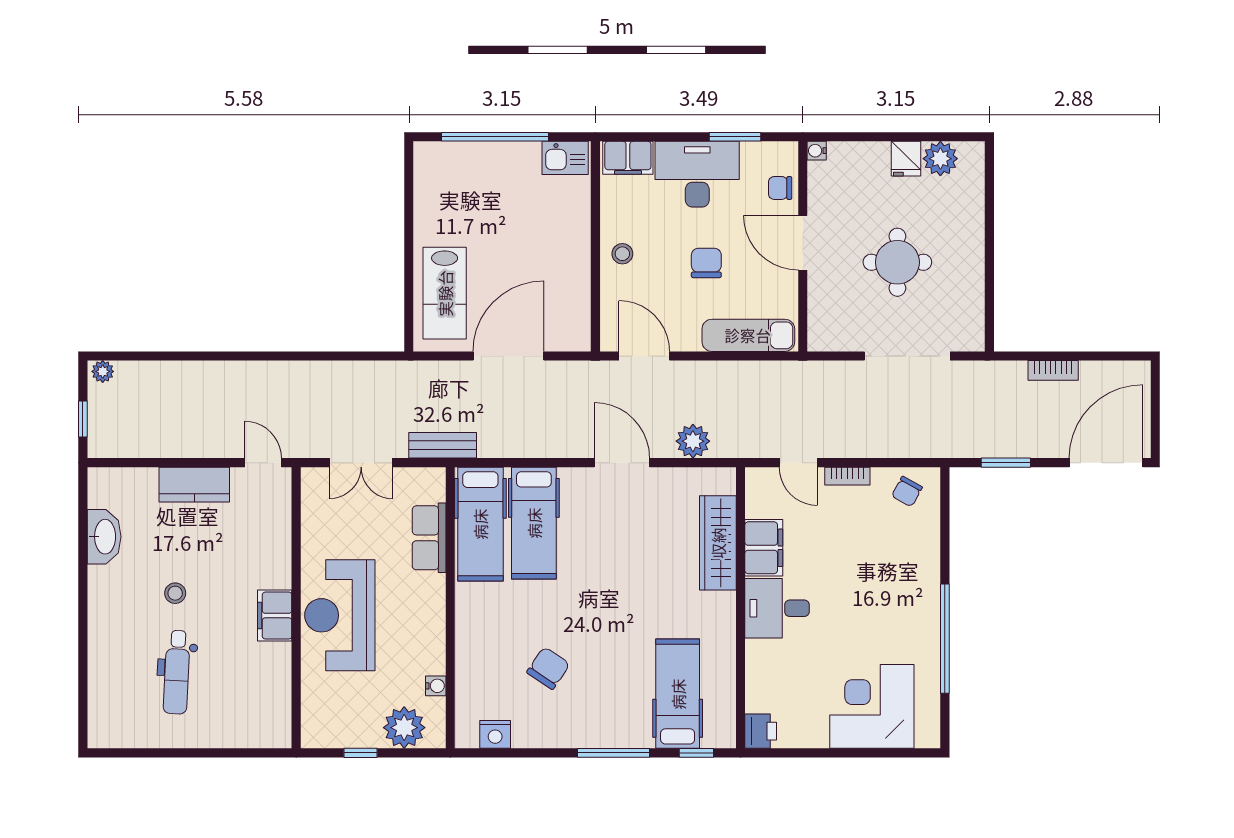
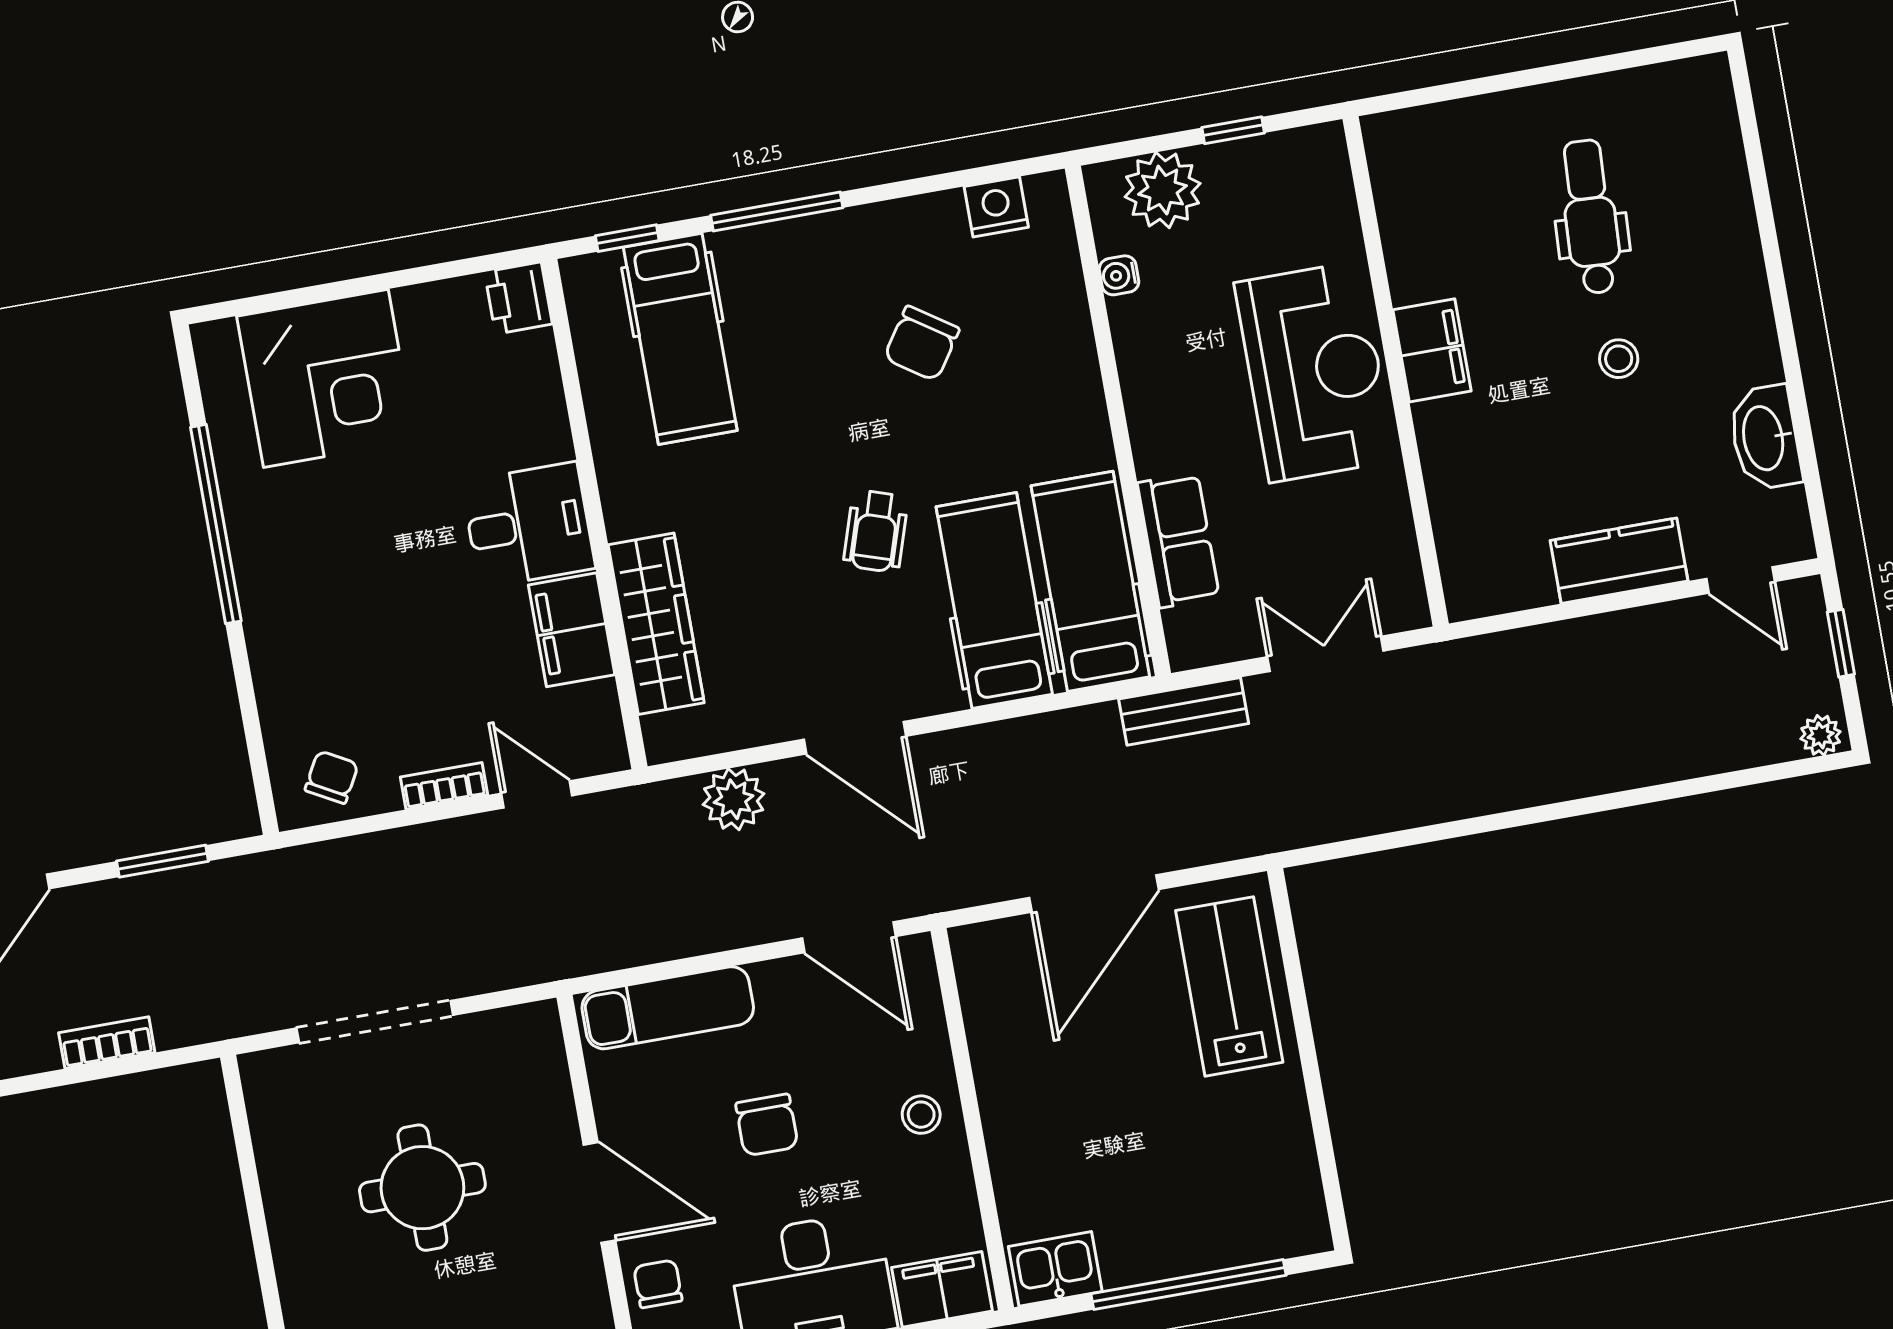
chair: (780, 188) -> (658, 1284), turned -90
door: (263, 463) -> (1740, 580), moved
wheelchair: (591, 572) -> (876, 531), added

